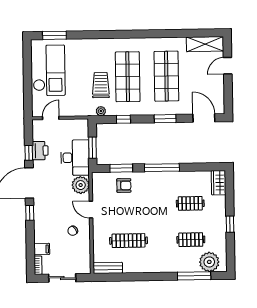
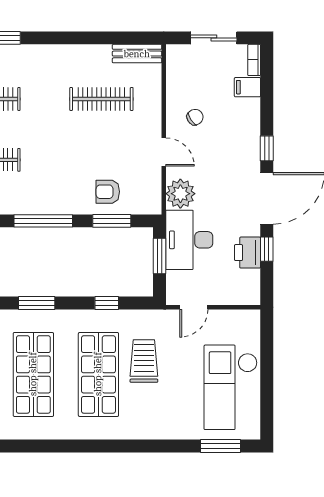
trolley: (101, 85) -> (144, 361), turned 180
plant: (101, 111) -> (144, 317), removed
door: (51, 118) -> (194, 307), moved

